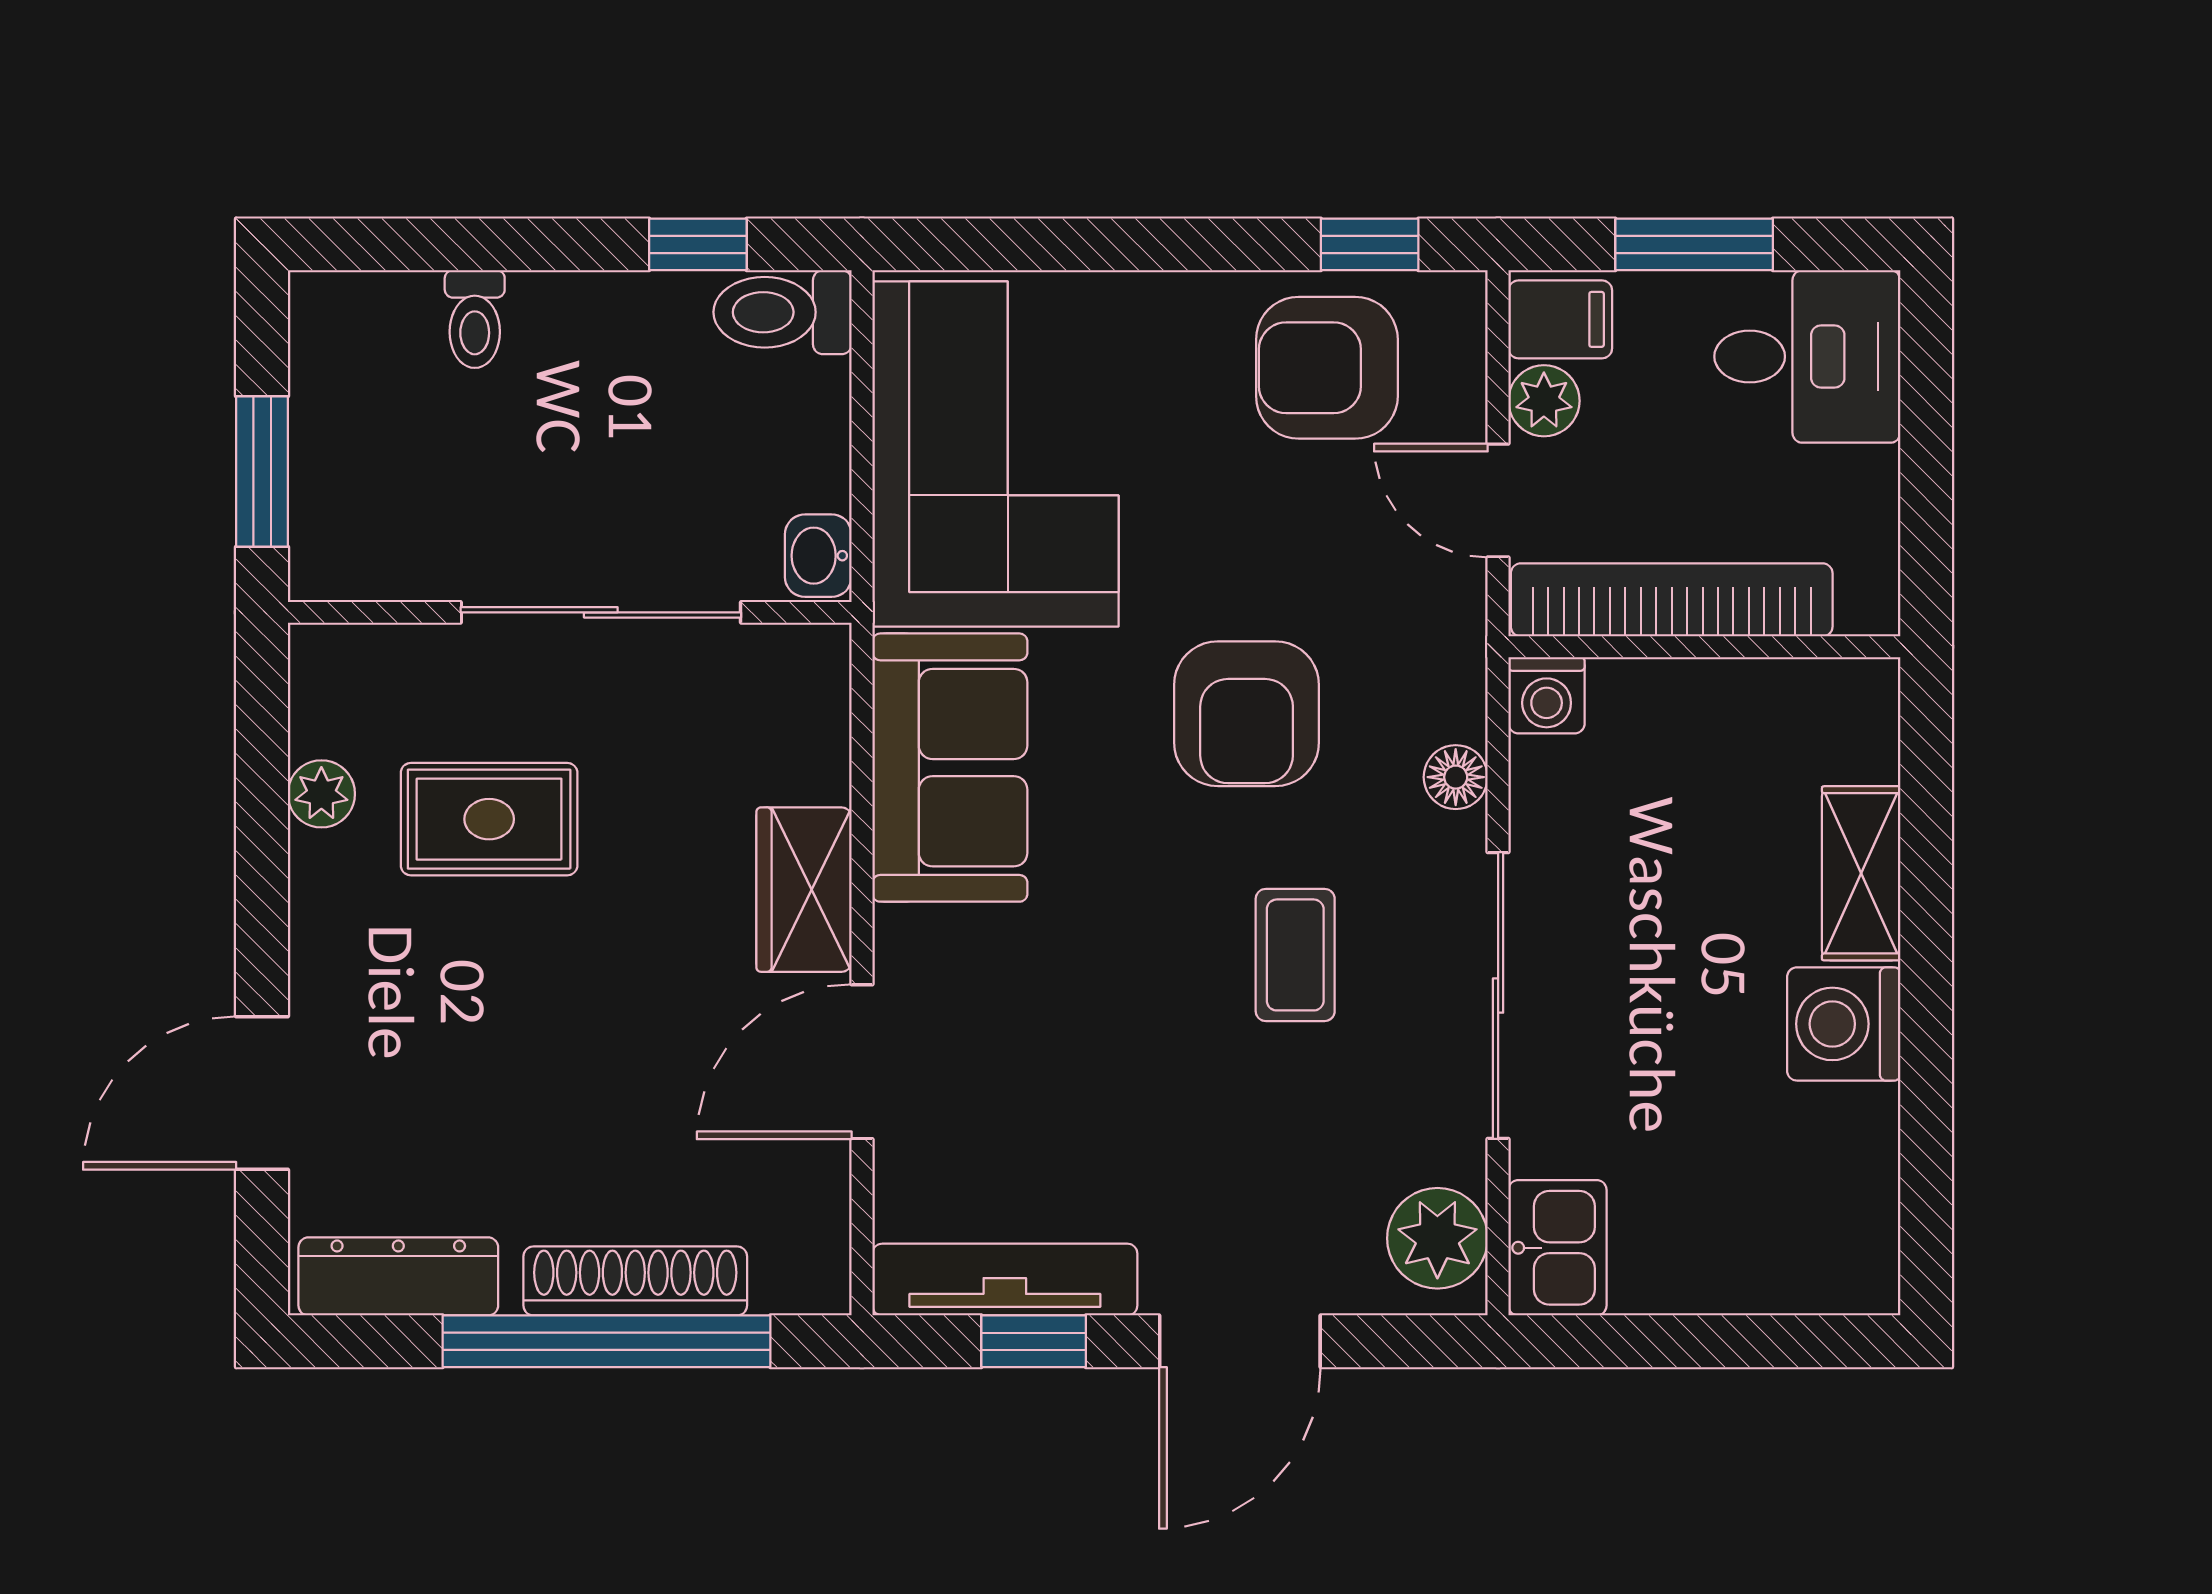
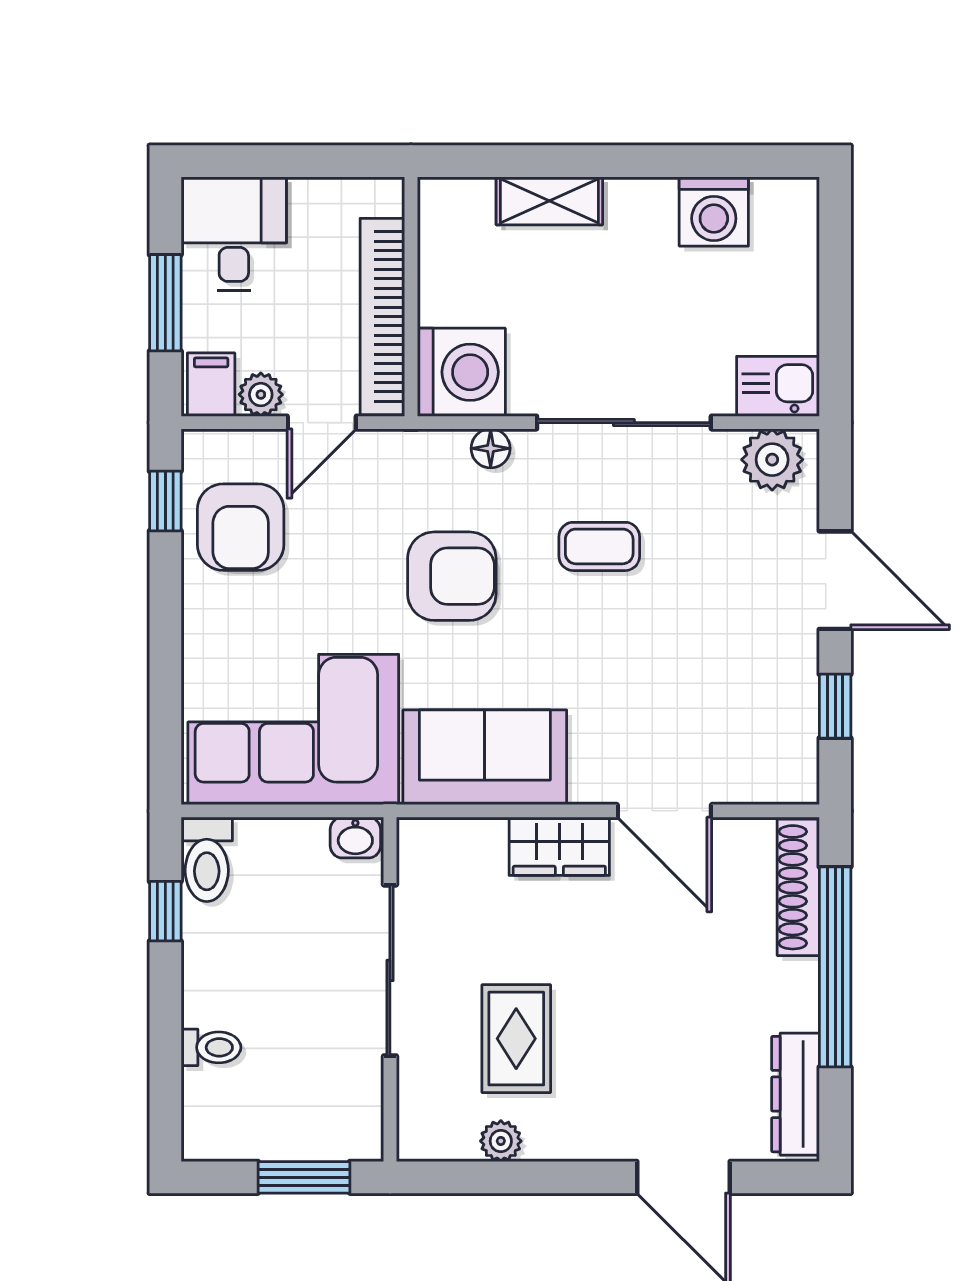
washing machine: (1547, 695) -> (461, 372), width x1.89, depth x1.89
washing machine: (1844, 1024) -> (714, 212), moved
tv unit: (1005, 1280) -> (797, 724), removed
shoe rack: (635, 1281) -> (798, 887), moved

